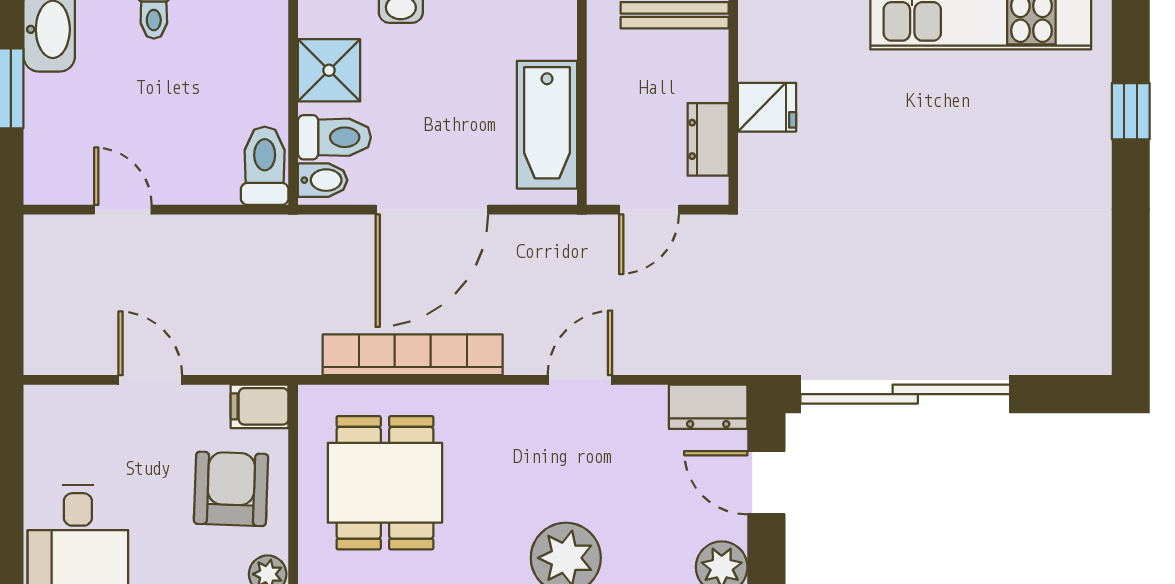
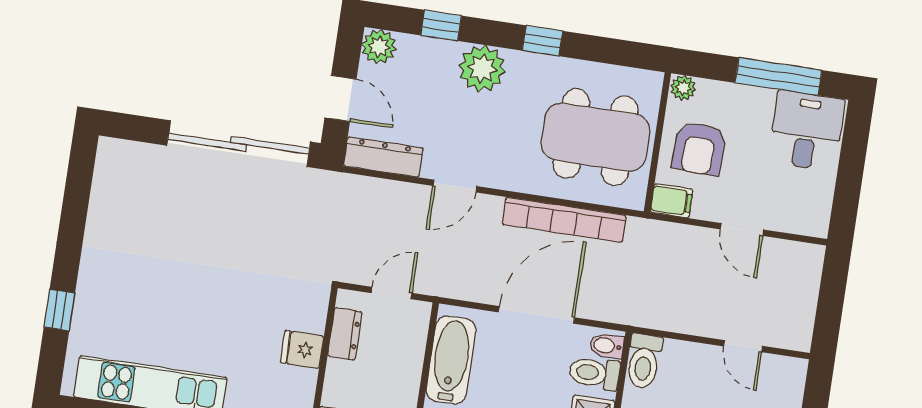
dresser: (708, 407) -> (383, 157), width x1.44
dining table: (385, 483) -> (595, 137), width x1.38

